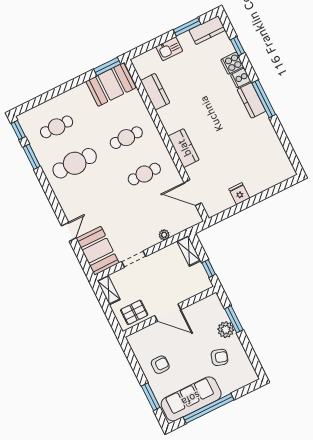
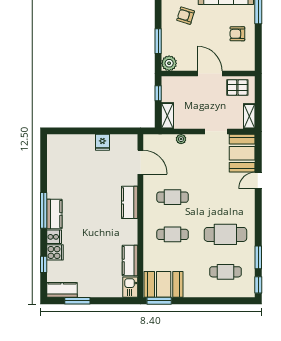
kitchen sink: (169, 49) -> (130, 287), moved, turned -90
plant: (226, 330) -> (169, 63), moved

